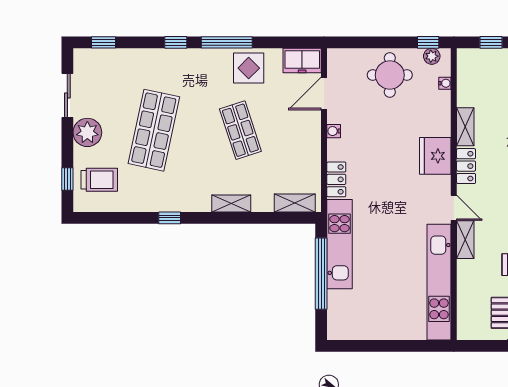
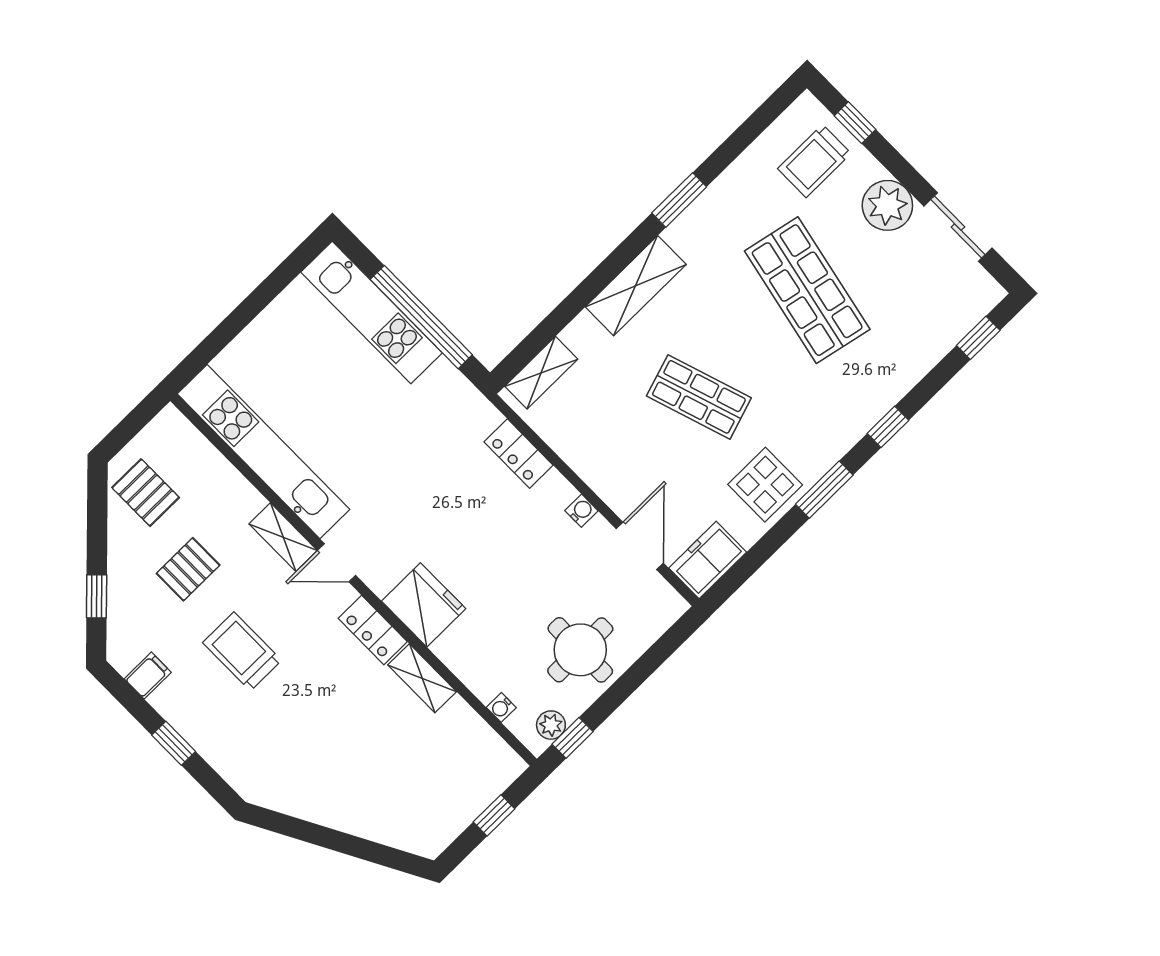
window: (227, 42) -> (824, 490), width x0.69
shelving: (231, 204) -> (636, 286), width x1.50, depth x1.33
window: (170, 218) -> (679, 200), width x1.50
kitchen unit: (340, 244) -> (372, 313), moved

